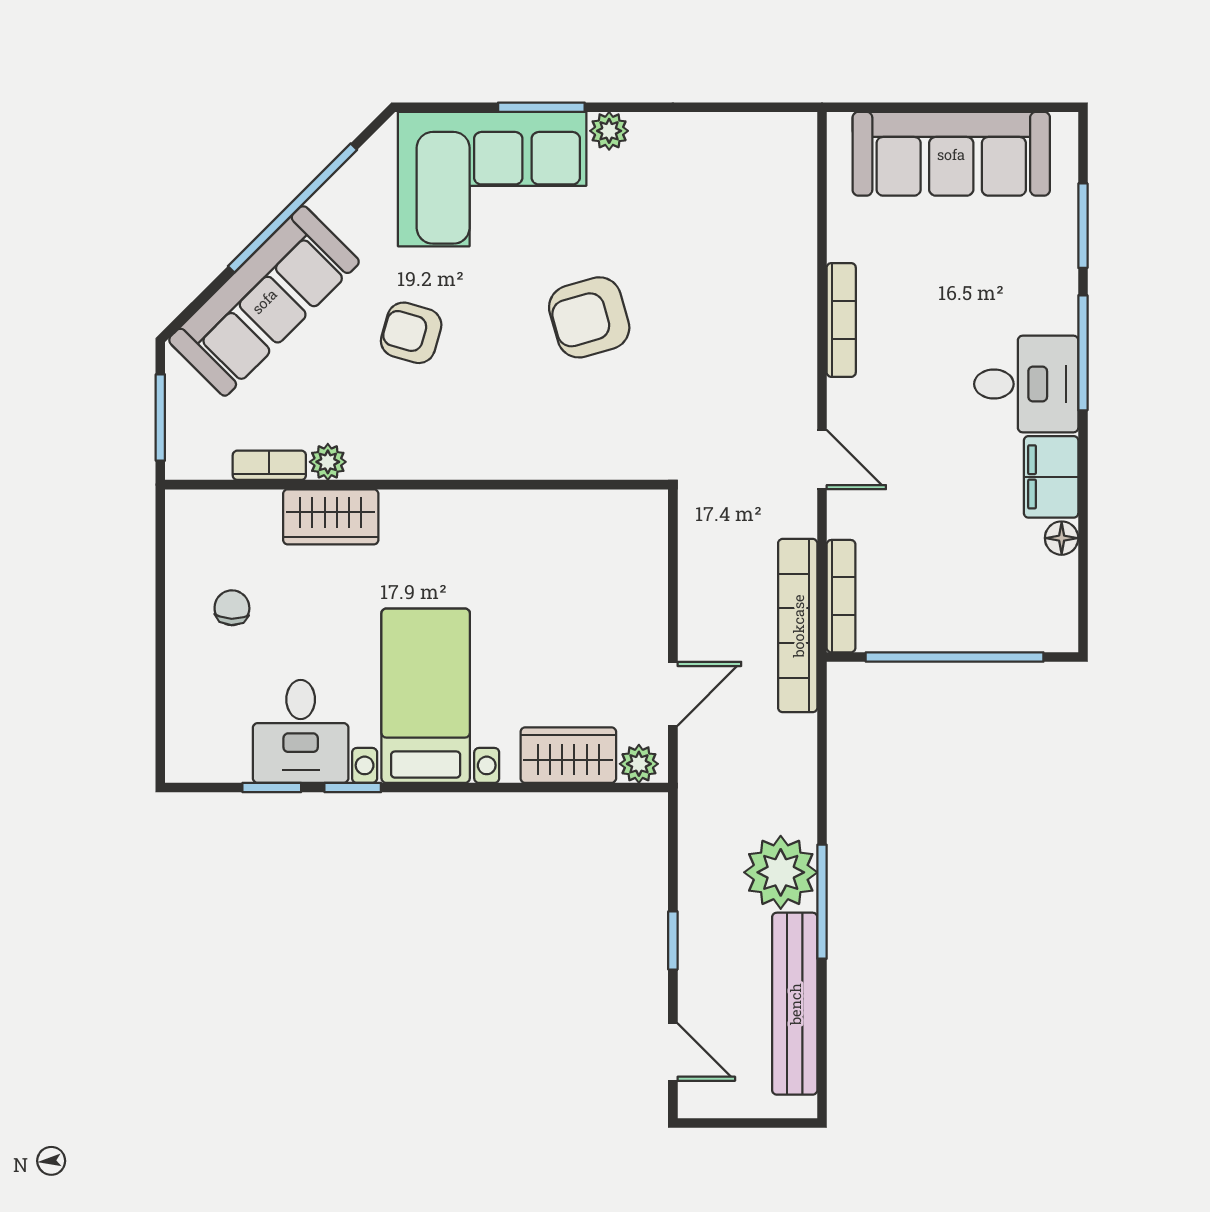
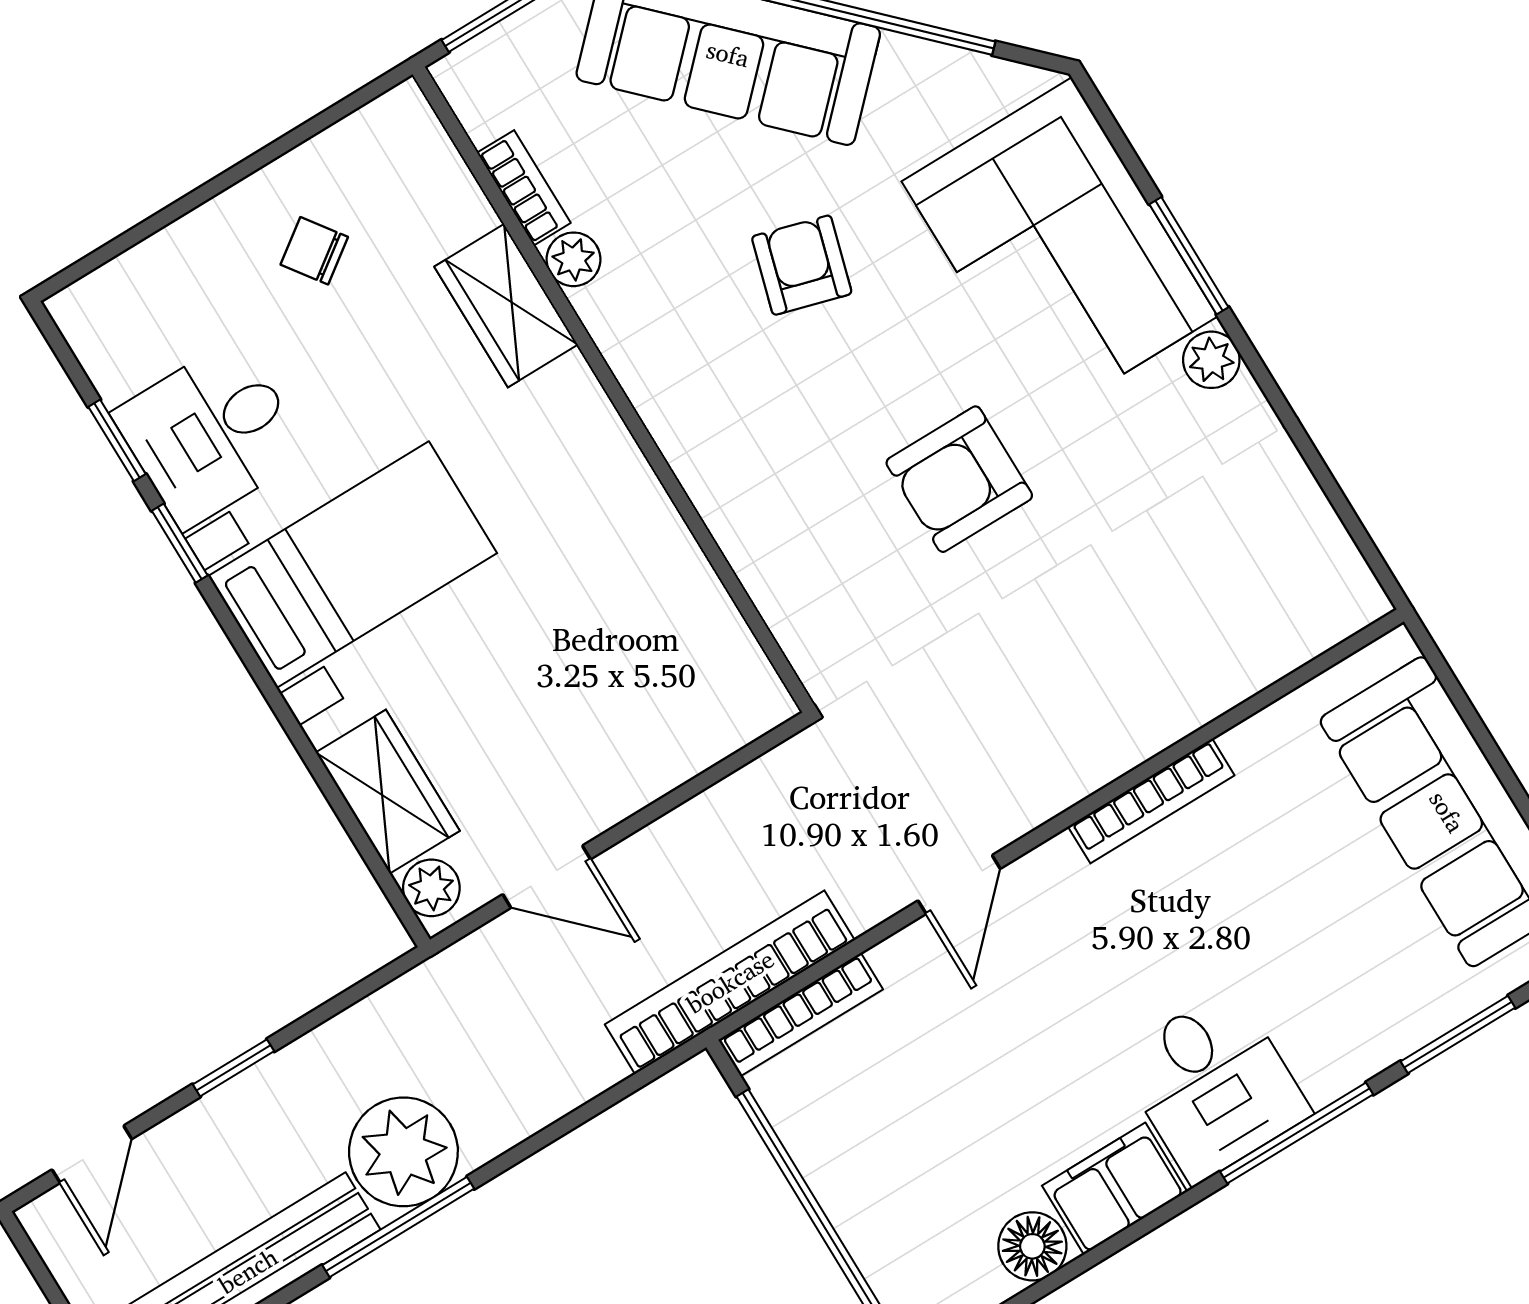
armchair: (589, 317) -> (959, 479), turned -74
floor lamp: (1062, 538) -> (1032, 1246), width x1.37, depth x1.37
chair: (232, 608) -> (314, 251), turned -128

